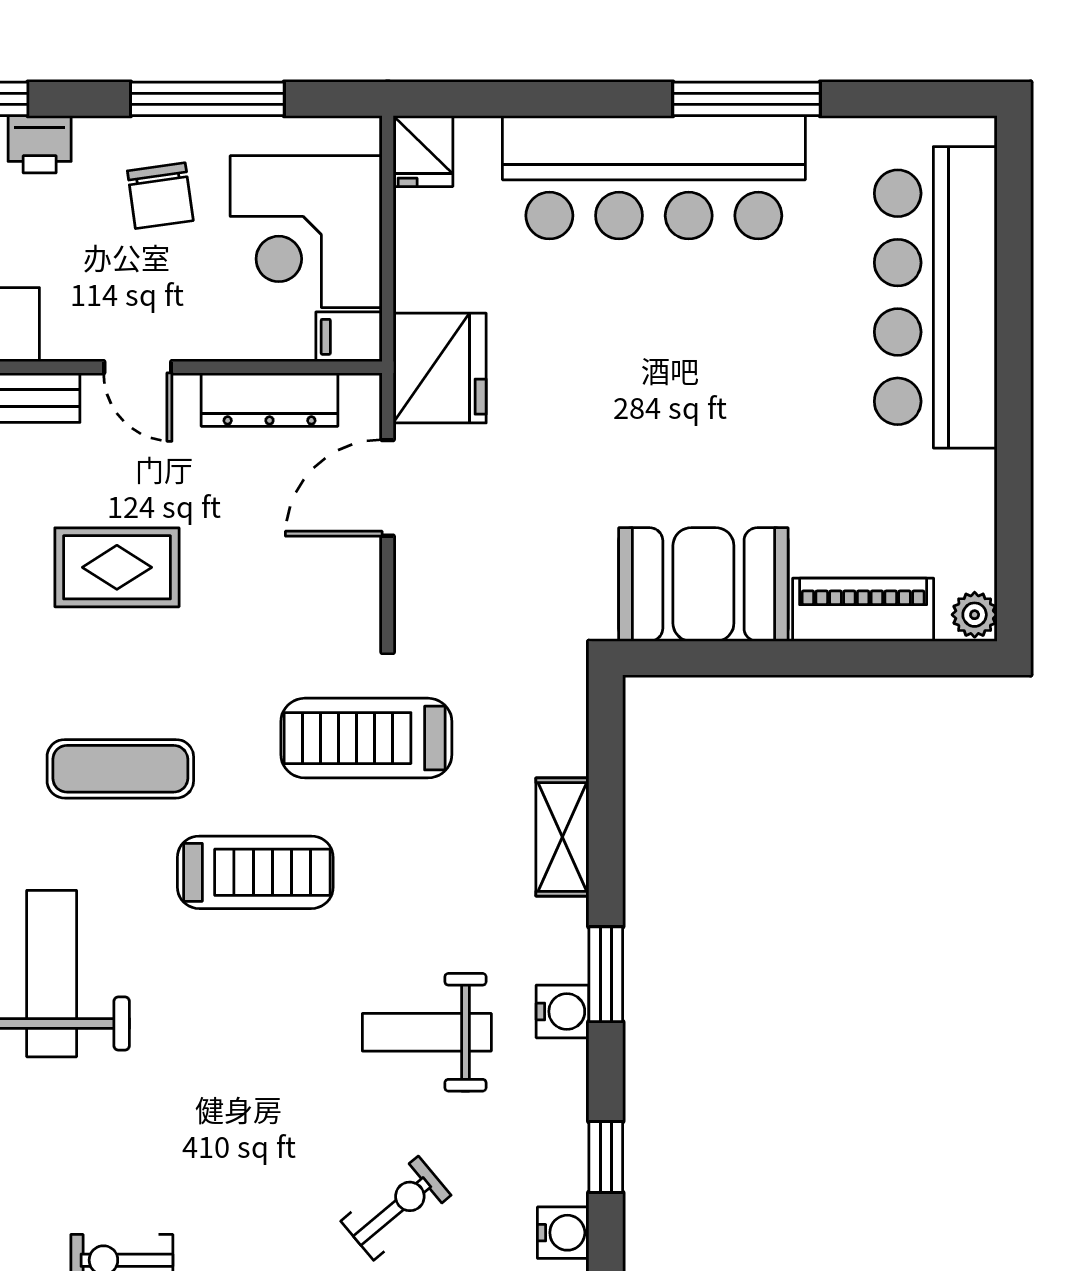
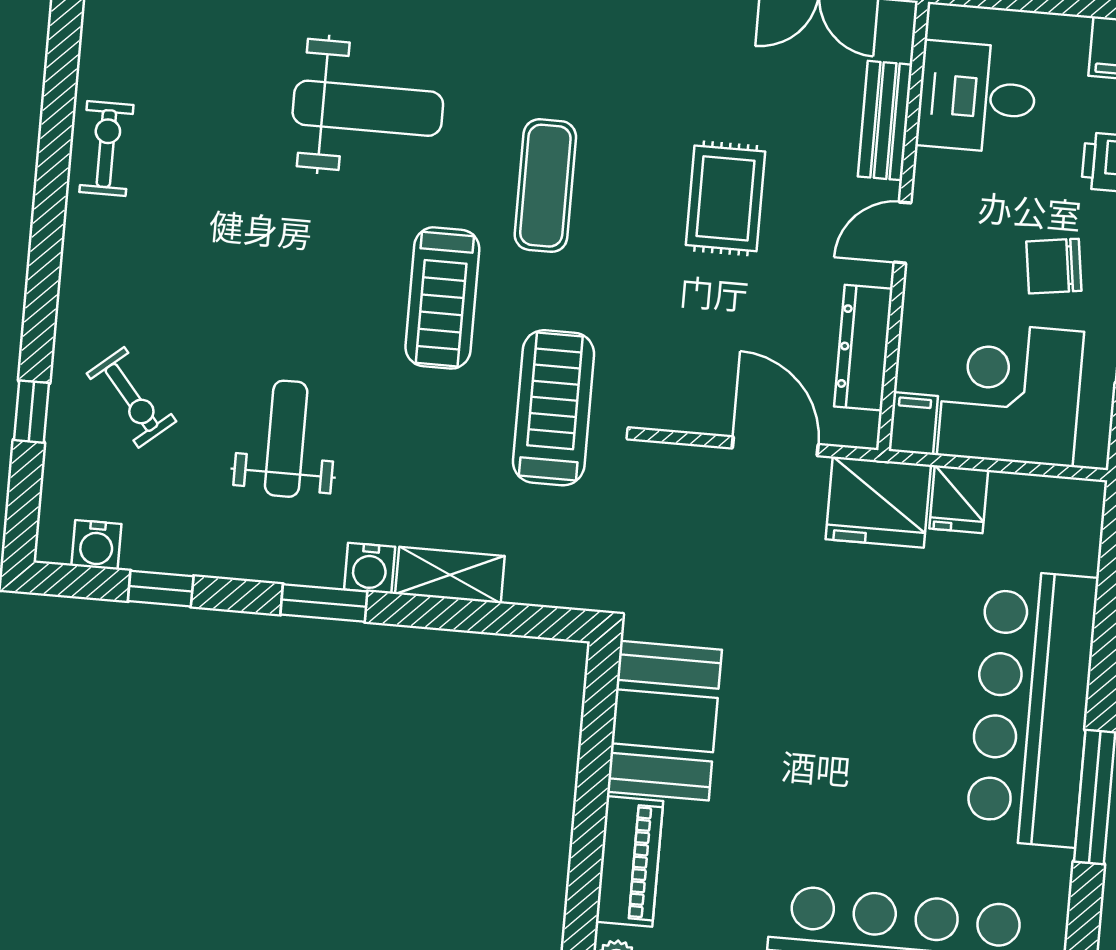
fridge: (423, 151) -> (959, 499), moved, turned -90
water cooler: (563, 1011) -> (370, 568), moved

